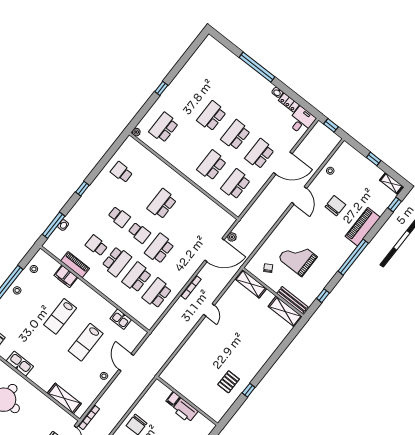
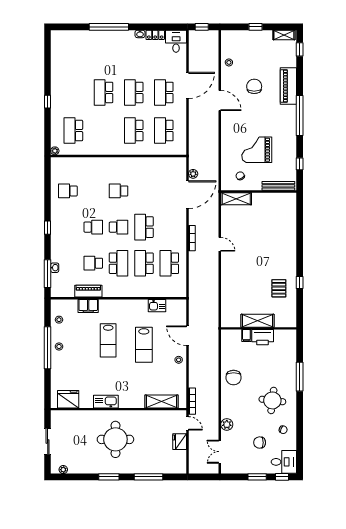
school desk: (162, 204) -> (119, 191), width x0.54
shelving: (285, 312) -> (258, 321), moved

